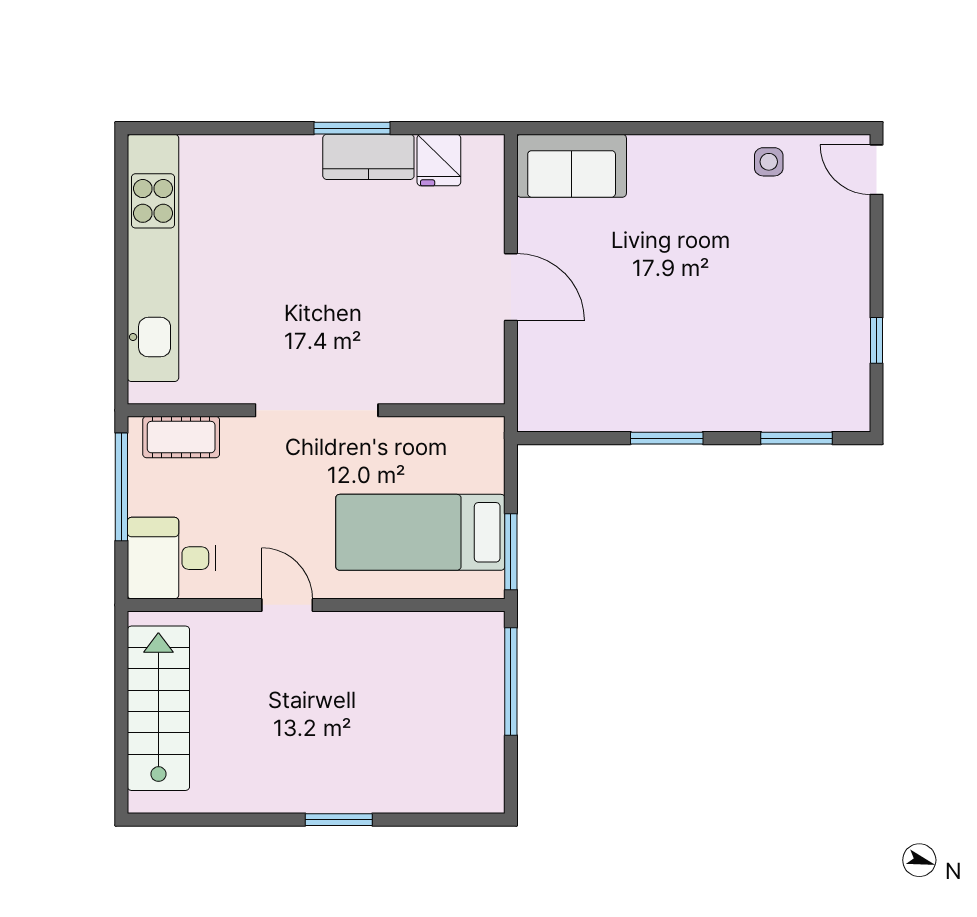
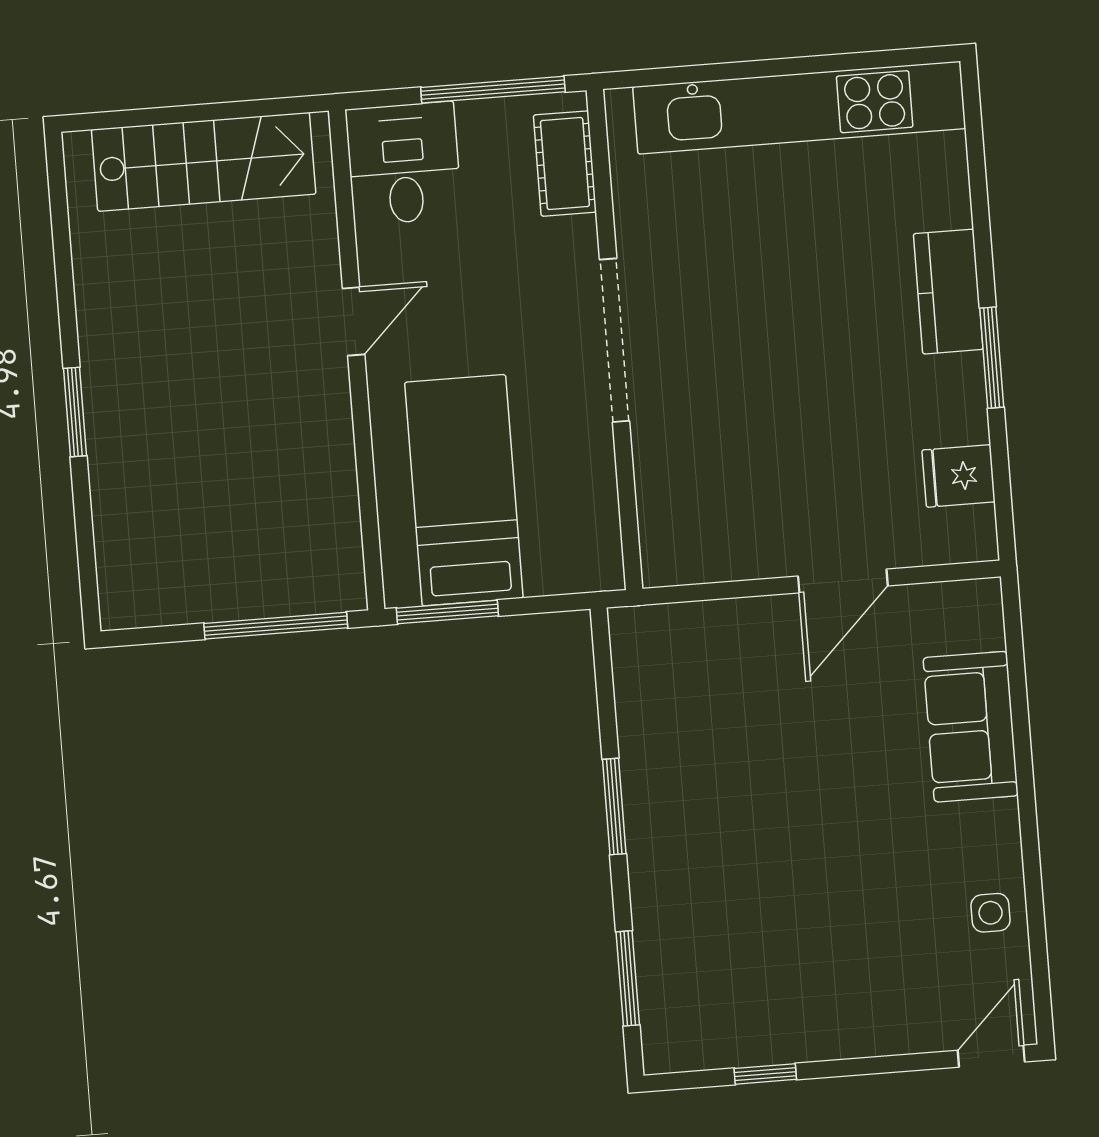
kitchen counter: (368, 157) -> (948, 292), moved
sofa: (572, 166) -> (971, 727), moved
door: (511, 287) -> (843, 581), moved

